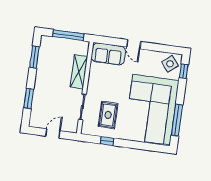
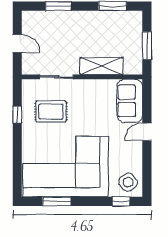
window: (68, 35) -> (147, 46), width x0.69
window: (177, 120) -> (57, 201), width x0.69

